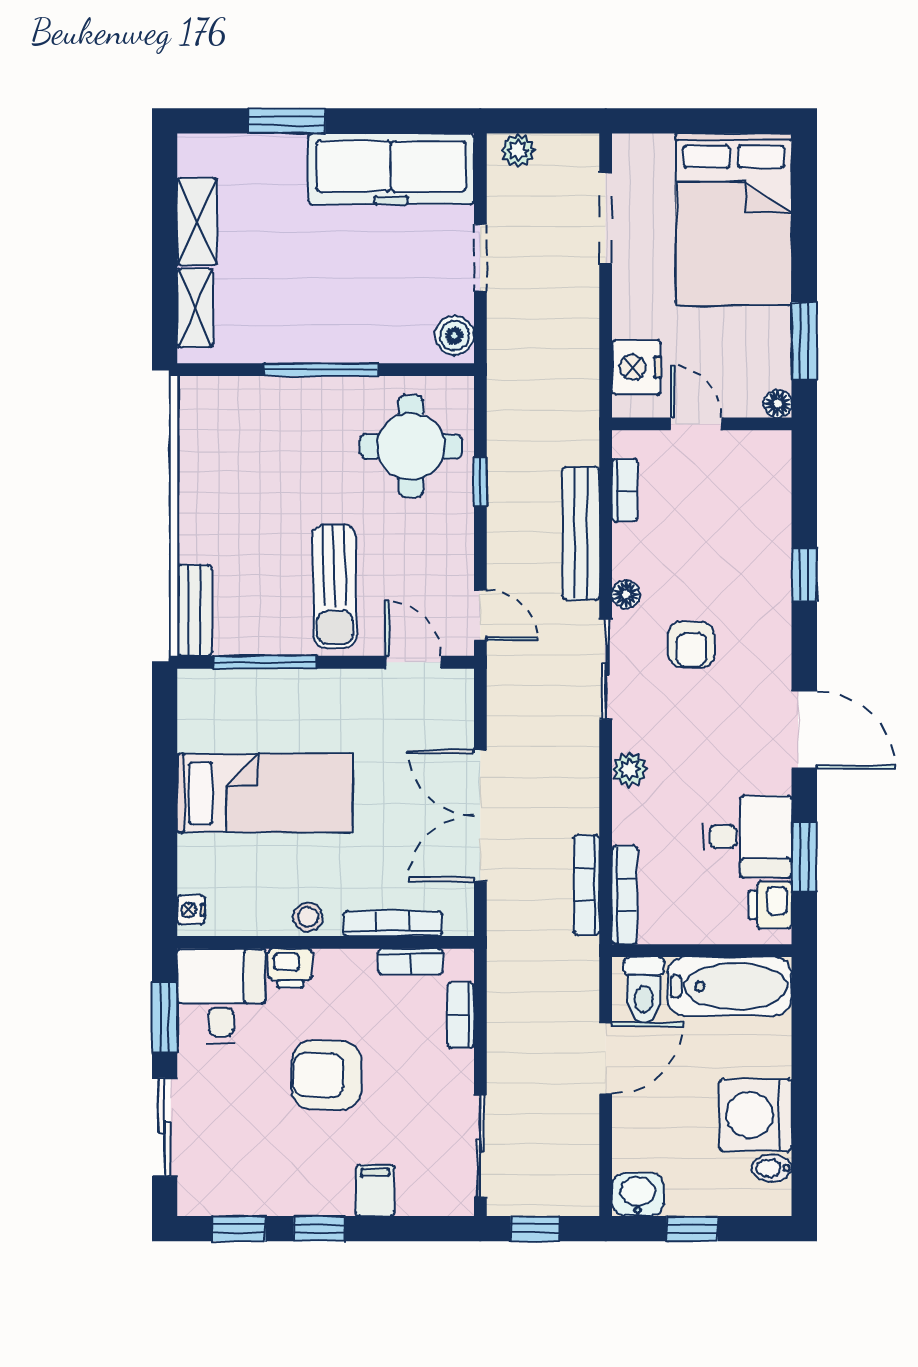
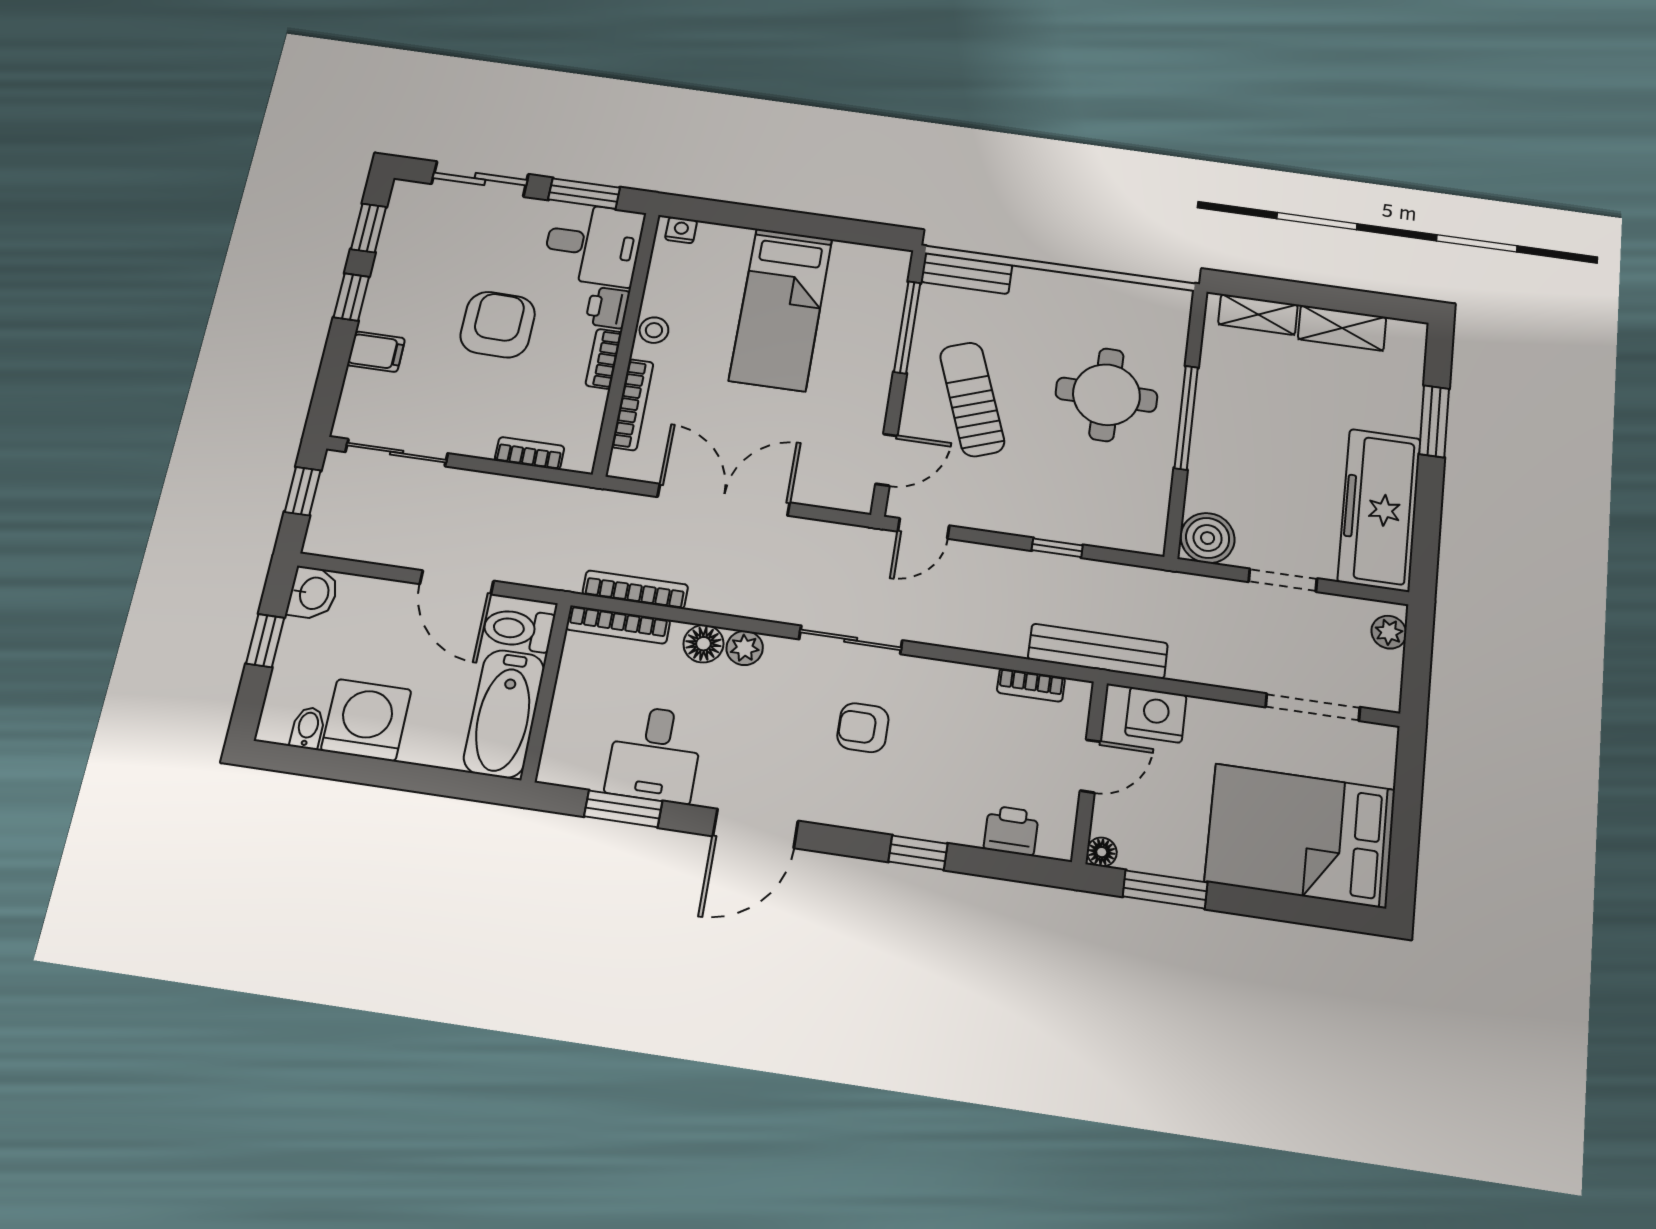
boiler: (455, 336) -> (1208, 538), width x1.36, depth x1.36
round table: (411, 446) -> (1106, 395), moved
bench: (581, 533) -> (1098, 651), moved
sun lounger: (334, 586) -> (972, 399), turned 71
floor lamp: (626, 594) -> (703, 644), moved, width x1.37, depth x1.37
printer: (770, 905) -> (1011, 831), moved
bookcase: (411, 961) -> (604, 359), moved

